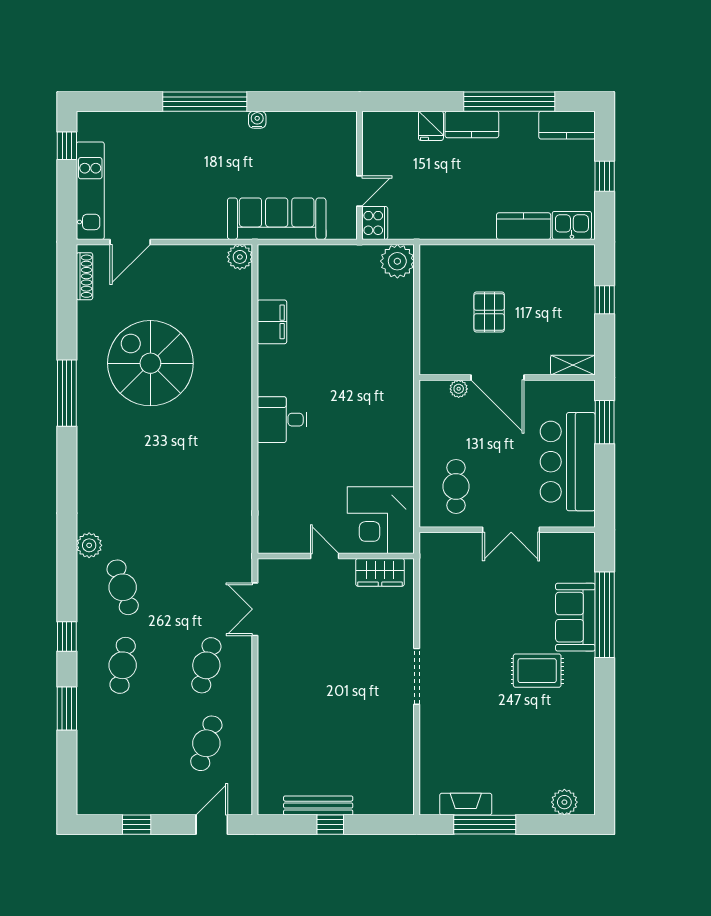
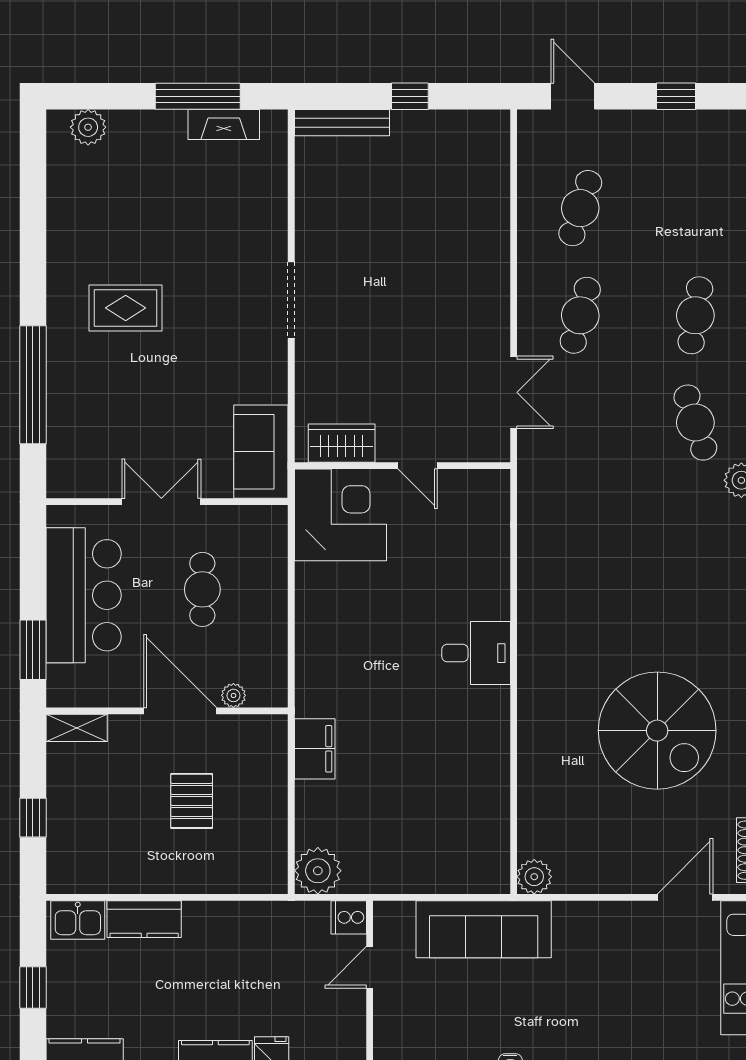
cooker: (375, 223) -> (349, 917), width x0.73
filing cabinet: (272, 322) -> (315, 749), moved, turned 180
cafe table: (456, 486) -> (202, 589), moved
sofa: (575, 617) -> (261, 452), moved, turned 180
bench: (318, 806) -> (342, 123), moved
door: (212, 825) -> (573, 96), swing flipped

